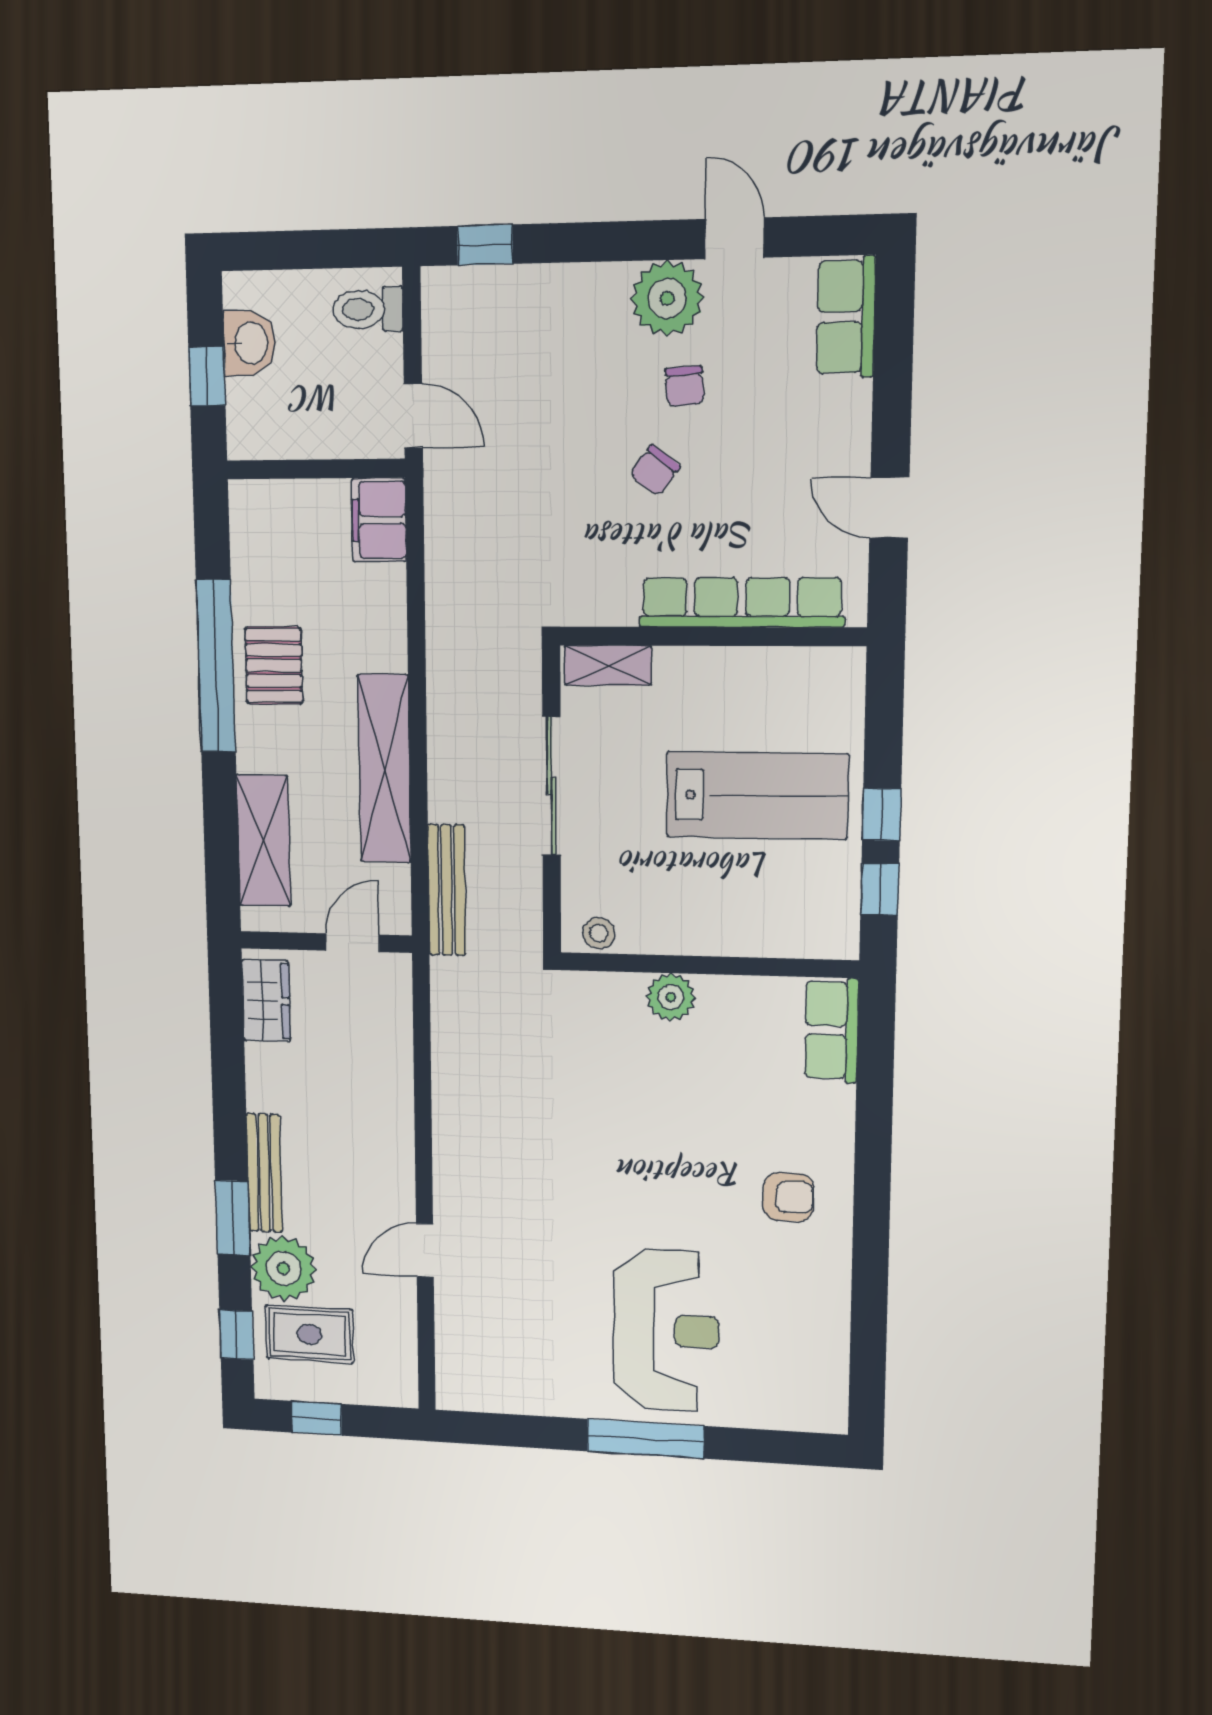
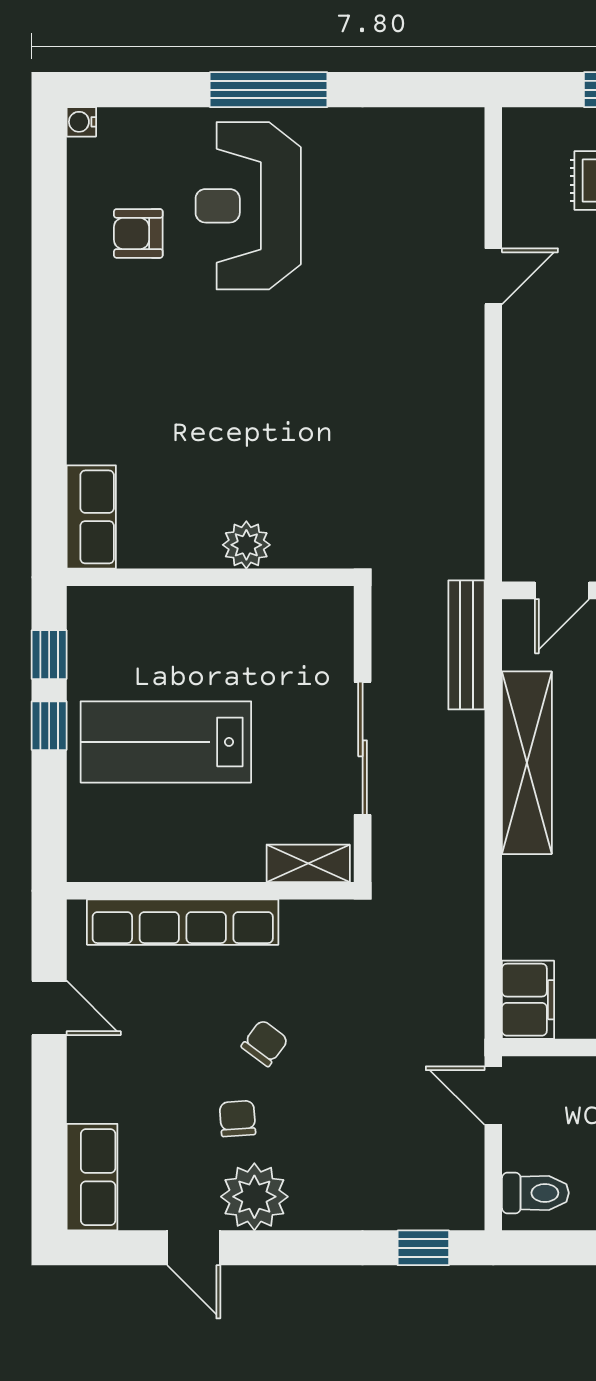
stool: (599, 933) -> (317, 606), removed
armchair: (788, 1197) -> (138, 233), moved
water cooler: (833, 1420) -> (81, 122), added

